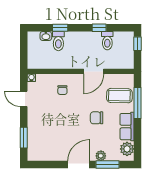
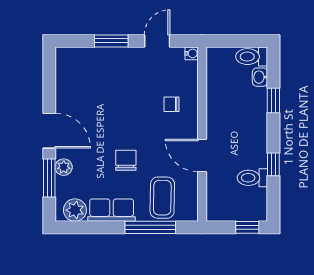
toilet: (58, 41) -> (252, 57), moved
window: (24, 138) -> (111, 41), moved

